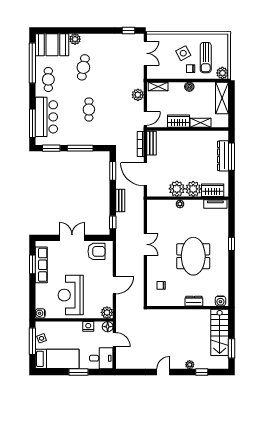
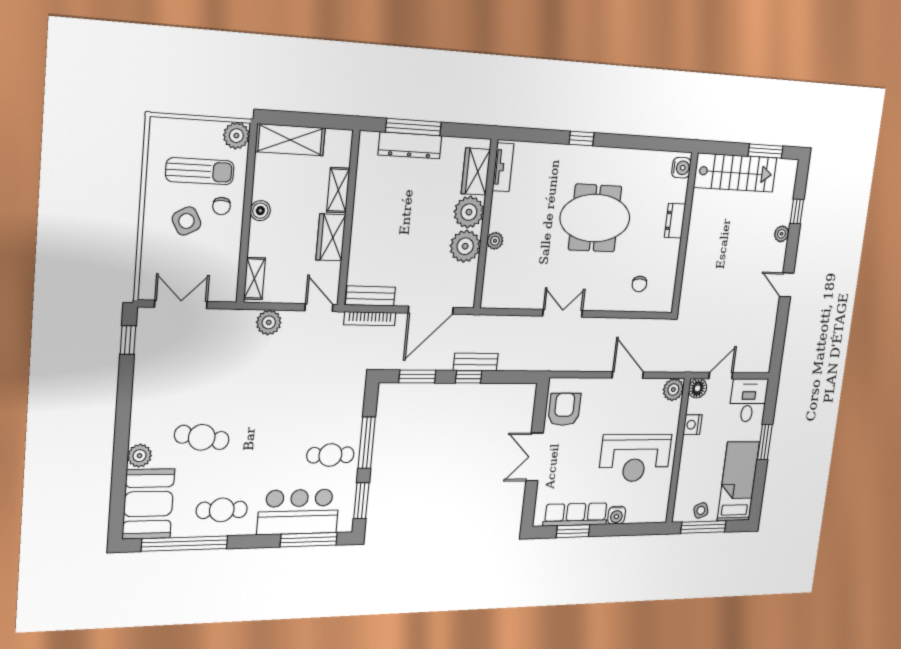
cafe table: (89, 109) -> (330, 455), moved
window: (113, 222) -> (469, 377), moved
water cooler: (40, 313) -> (617, 515), moved

